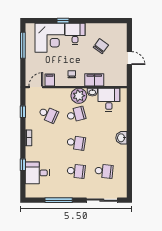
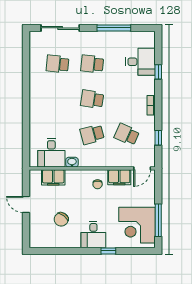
corner desk: (50, 38) -> (137, 225), moved, turned -90
filing cabinet: (50, 80) -> (119, 177), width x2.00
filing cabinet: (94, 80) -> (53, 177), moved
plant: (79, 96) -> (89, 158), removed
washbasin: (121, 138) -> (36, 105), removed

